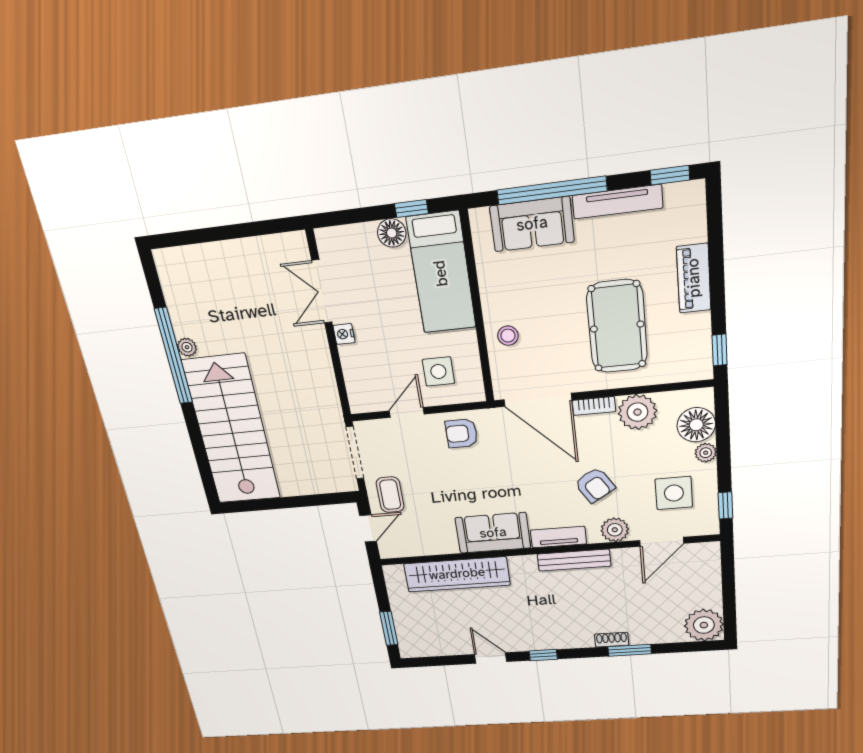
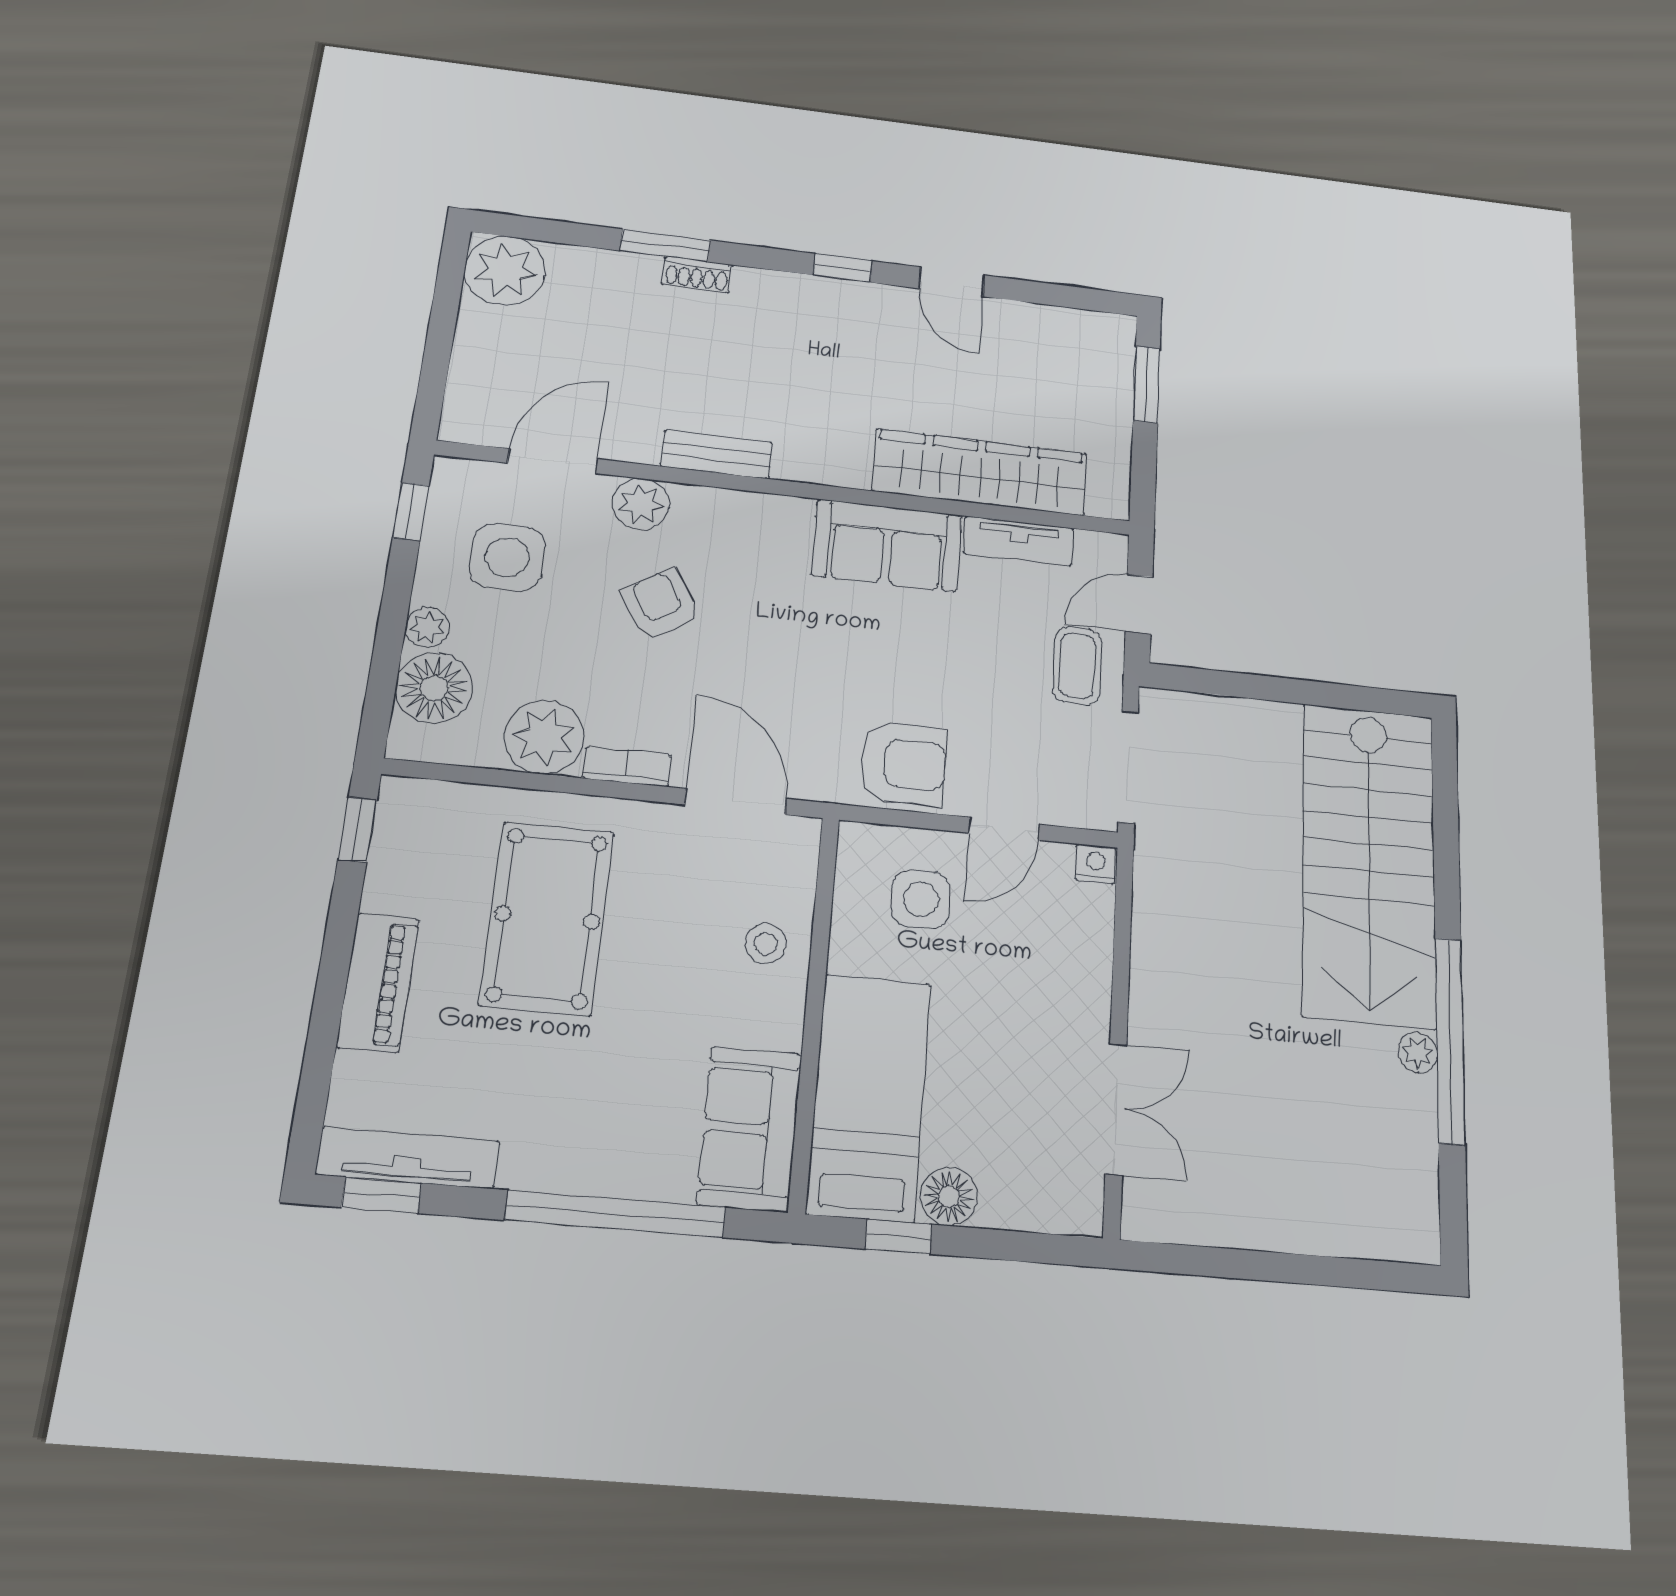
tv unit: (617, 202) -> (408, 1158), moved
sofa: (532, 224) -> (750, 1129), moved, turned -90
nightstand: (344, 334) -> (1096, 864), moved, turned -90
door: (538, 400) -> (736, 802), width x0.73
armchair: (462, 433) -> (903, 764), width x1.38, depth x1.38
tv unit: (558, 537) -> (1019, 541), moved
bench: (574, 560) -> (717, 454), width x0.73

